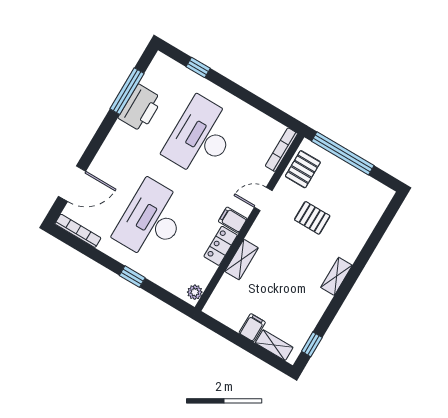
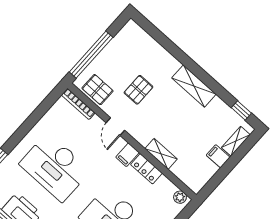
shelving: (336, 276) -> (194, 86), width x1.50, depth x1.33

